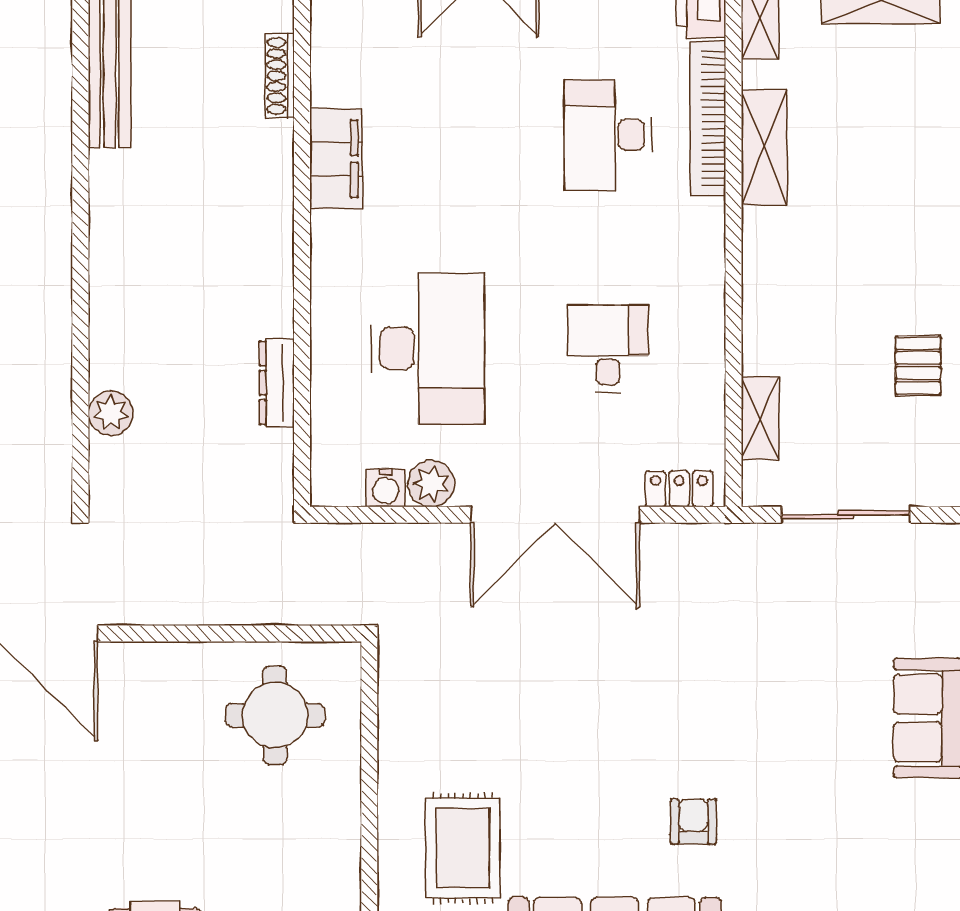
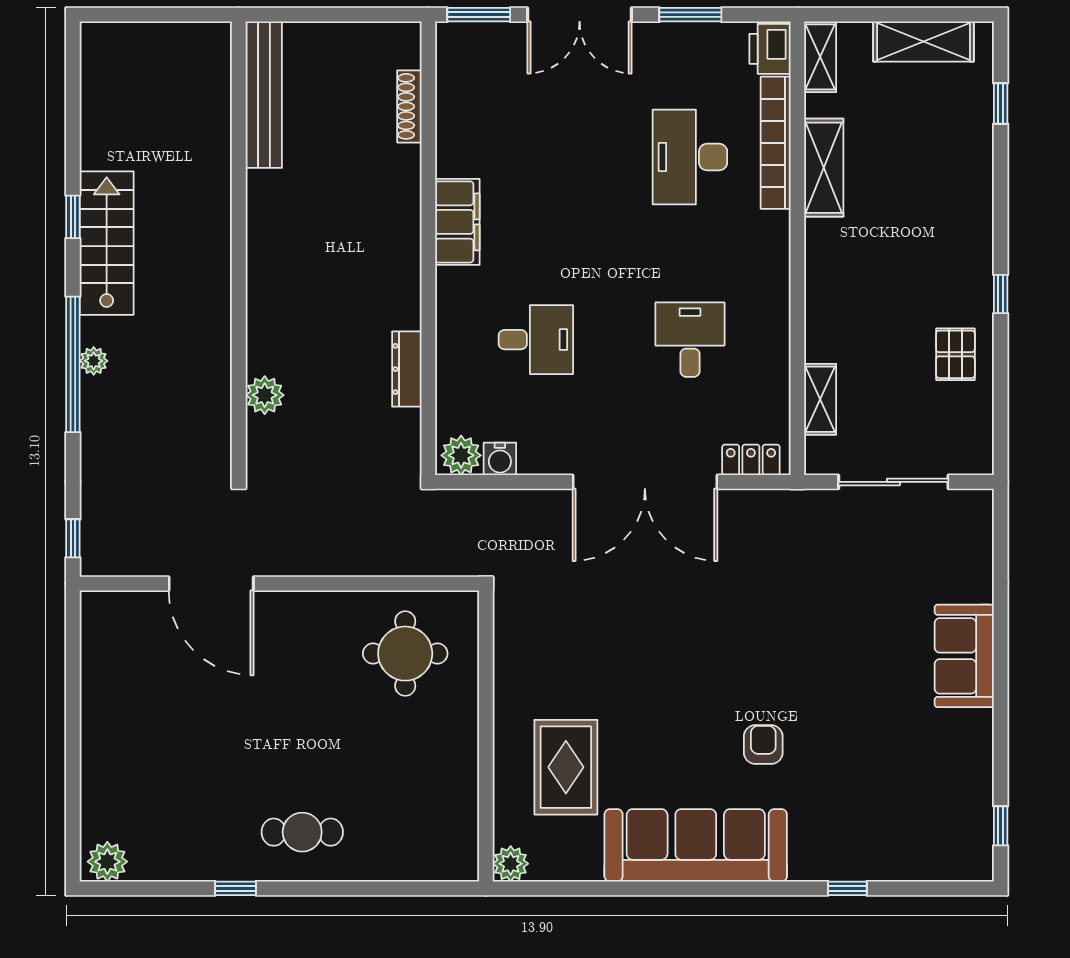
filing cabinet: (336, 159) -> (457, 222), moved
desk: (428, 348) -> (536, 340), width x0.53, depth x0.77
plant: (431, 484) -> (461, 455), moved

